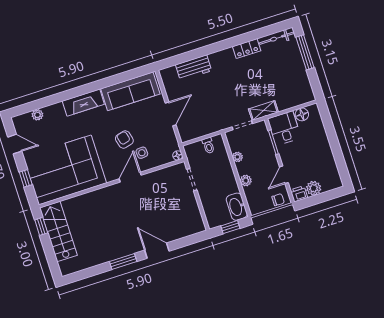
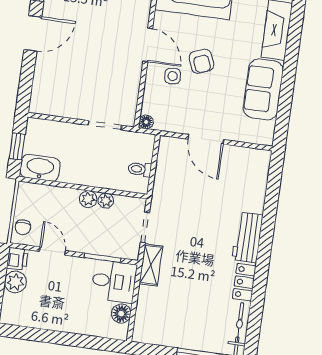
workbench: (194, 68) -> (247, 237), moved
sofa: (130, 91) -> (263, 89), width x0.73
armchair: (124, 139) -> (201, 61), turned 83
plant: (246, 181) -> (88, 199), moved

